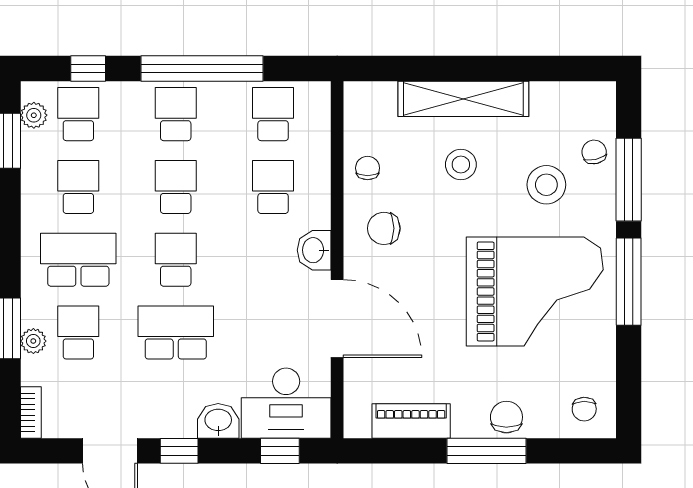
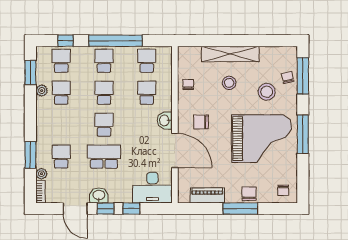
plant: (34, 115) -> (42, 91), moved
window: (629, 180) -> (303, 76), moved
chair: (384, 228) -> (201, 122), moved
school desk: (78, 260) -> (61, 125), removed
plant: (33, 341) -> (41, 174), moved
washbasin: (218, 421) -> (99, 195), moved
window: (280, 451) -> (131, 209), moved

